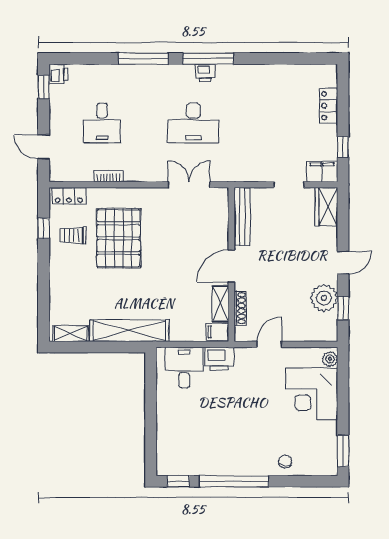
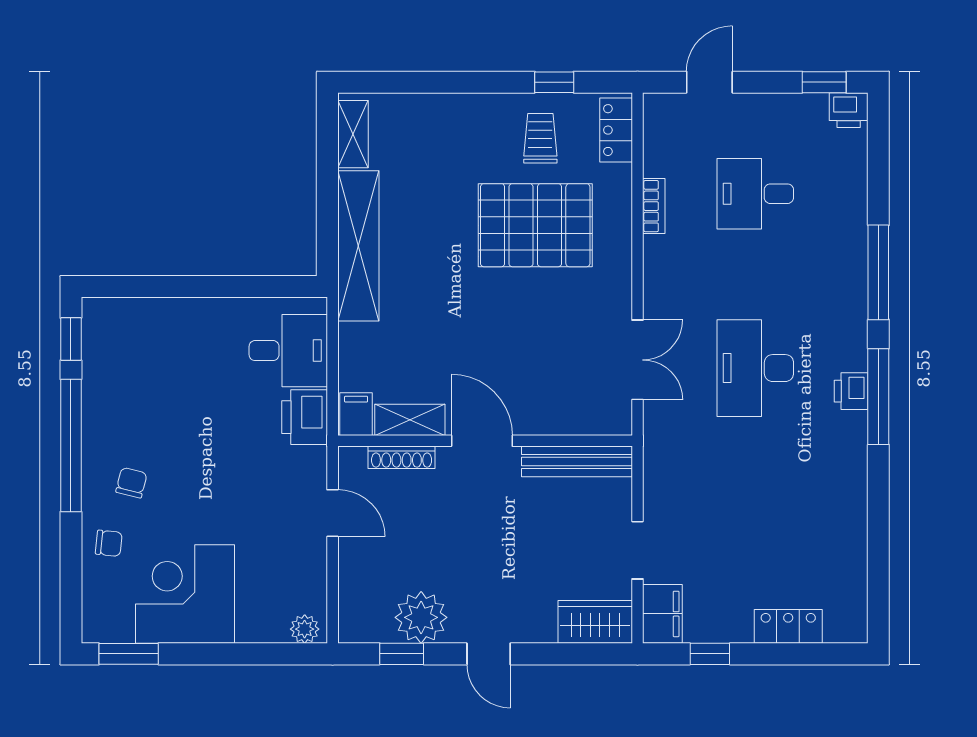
corner desk: (312, 394) -> (185, 594), moved
chair: (253, 450) -> (131, 483), added

